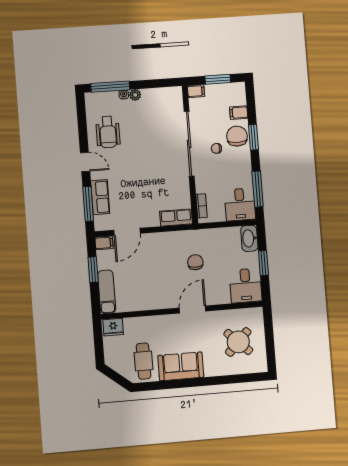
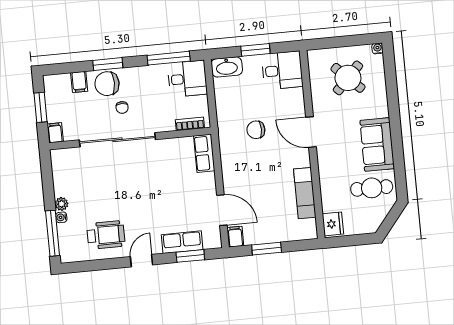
window: (88, 204) -> (190, 256), width x0.69
exam couch: (107, 292) -> (305, 193), moved, turned -90
water cooler: (263, 368) -> (378, 48), added

